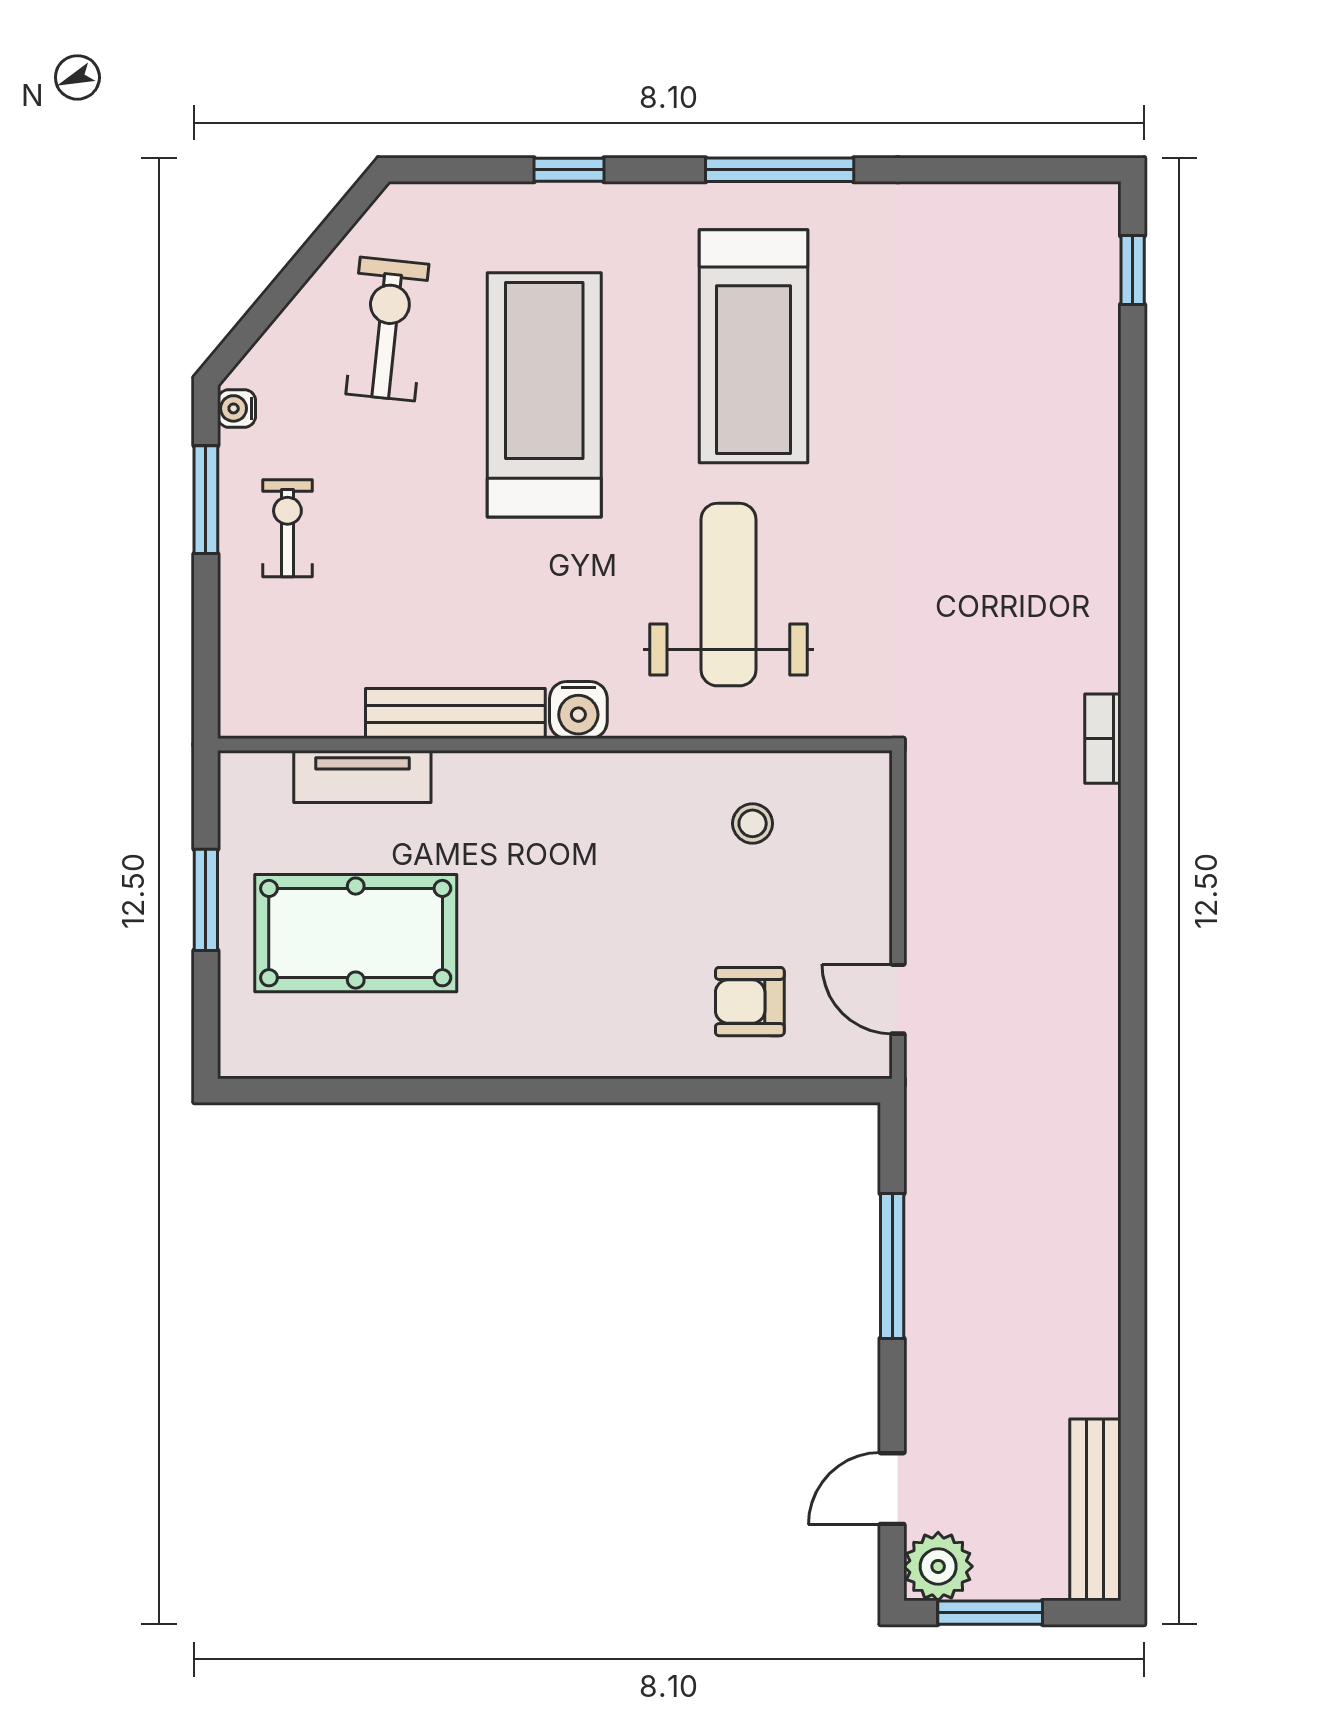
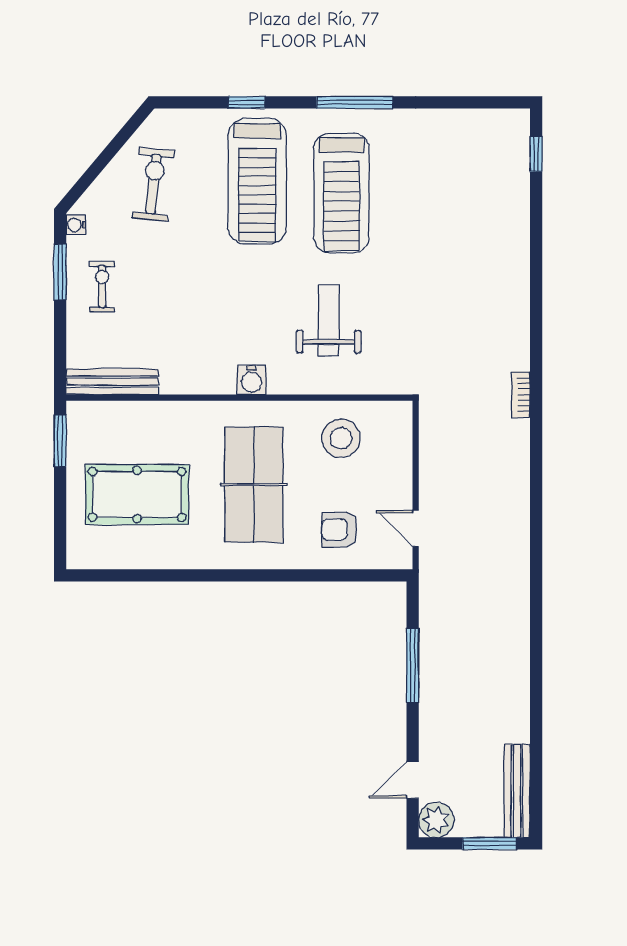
treadmill: (544, 395) -> (257, 181), moved, turned 180
weight bench: (728, 595) -> (329, 321), width x0.73, depth x0.75
bench: (455, 714) -> (112, 382), moved
tv unit: (362, 777) -> (141, 414), removed
stool: (753, 823) -> (341, 438), width x1.89, depth x1.89
window: (206, 900) -> (60, 441), moved
table tennis table: (583, 914) -> (254, 485), added
window: (990, 1613) -> (490, 843), moved

